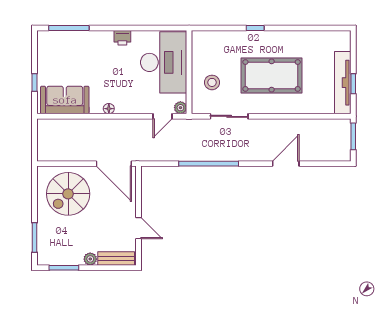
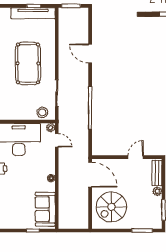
stool: (212, 82) -> (42, 112), moved
door: (114, 164) -> (90, 175), hinge flipped
spiral stairs: (68, 194) -> (111, 207), turned 90

